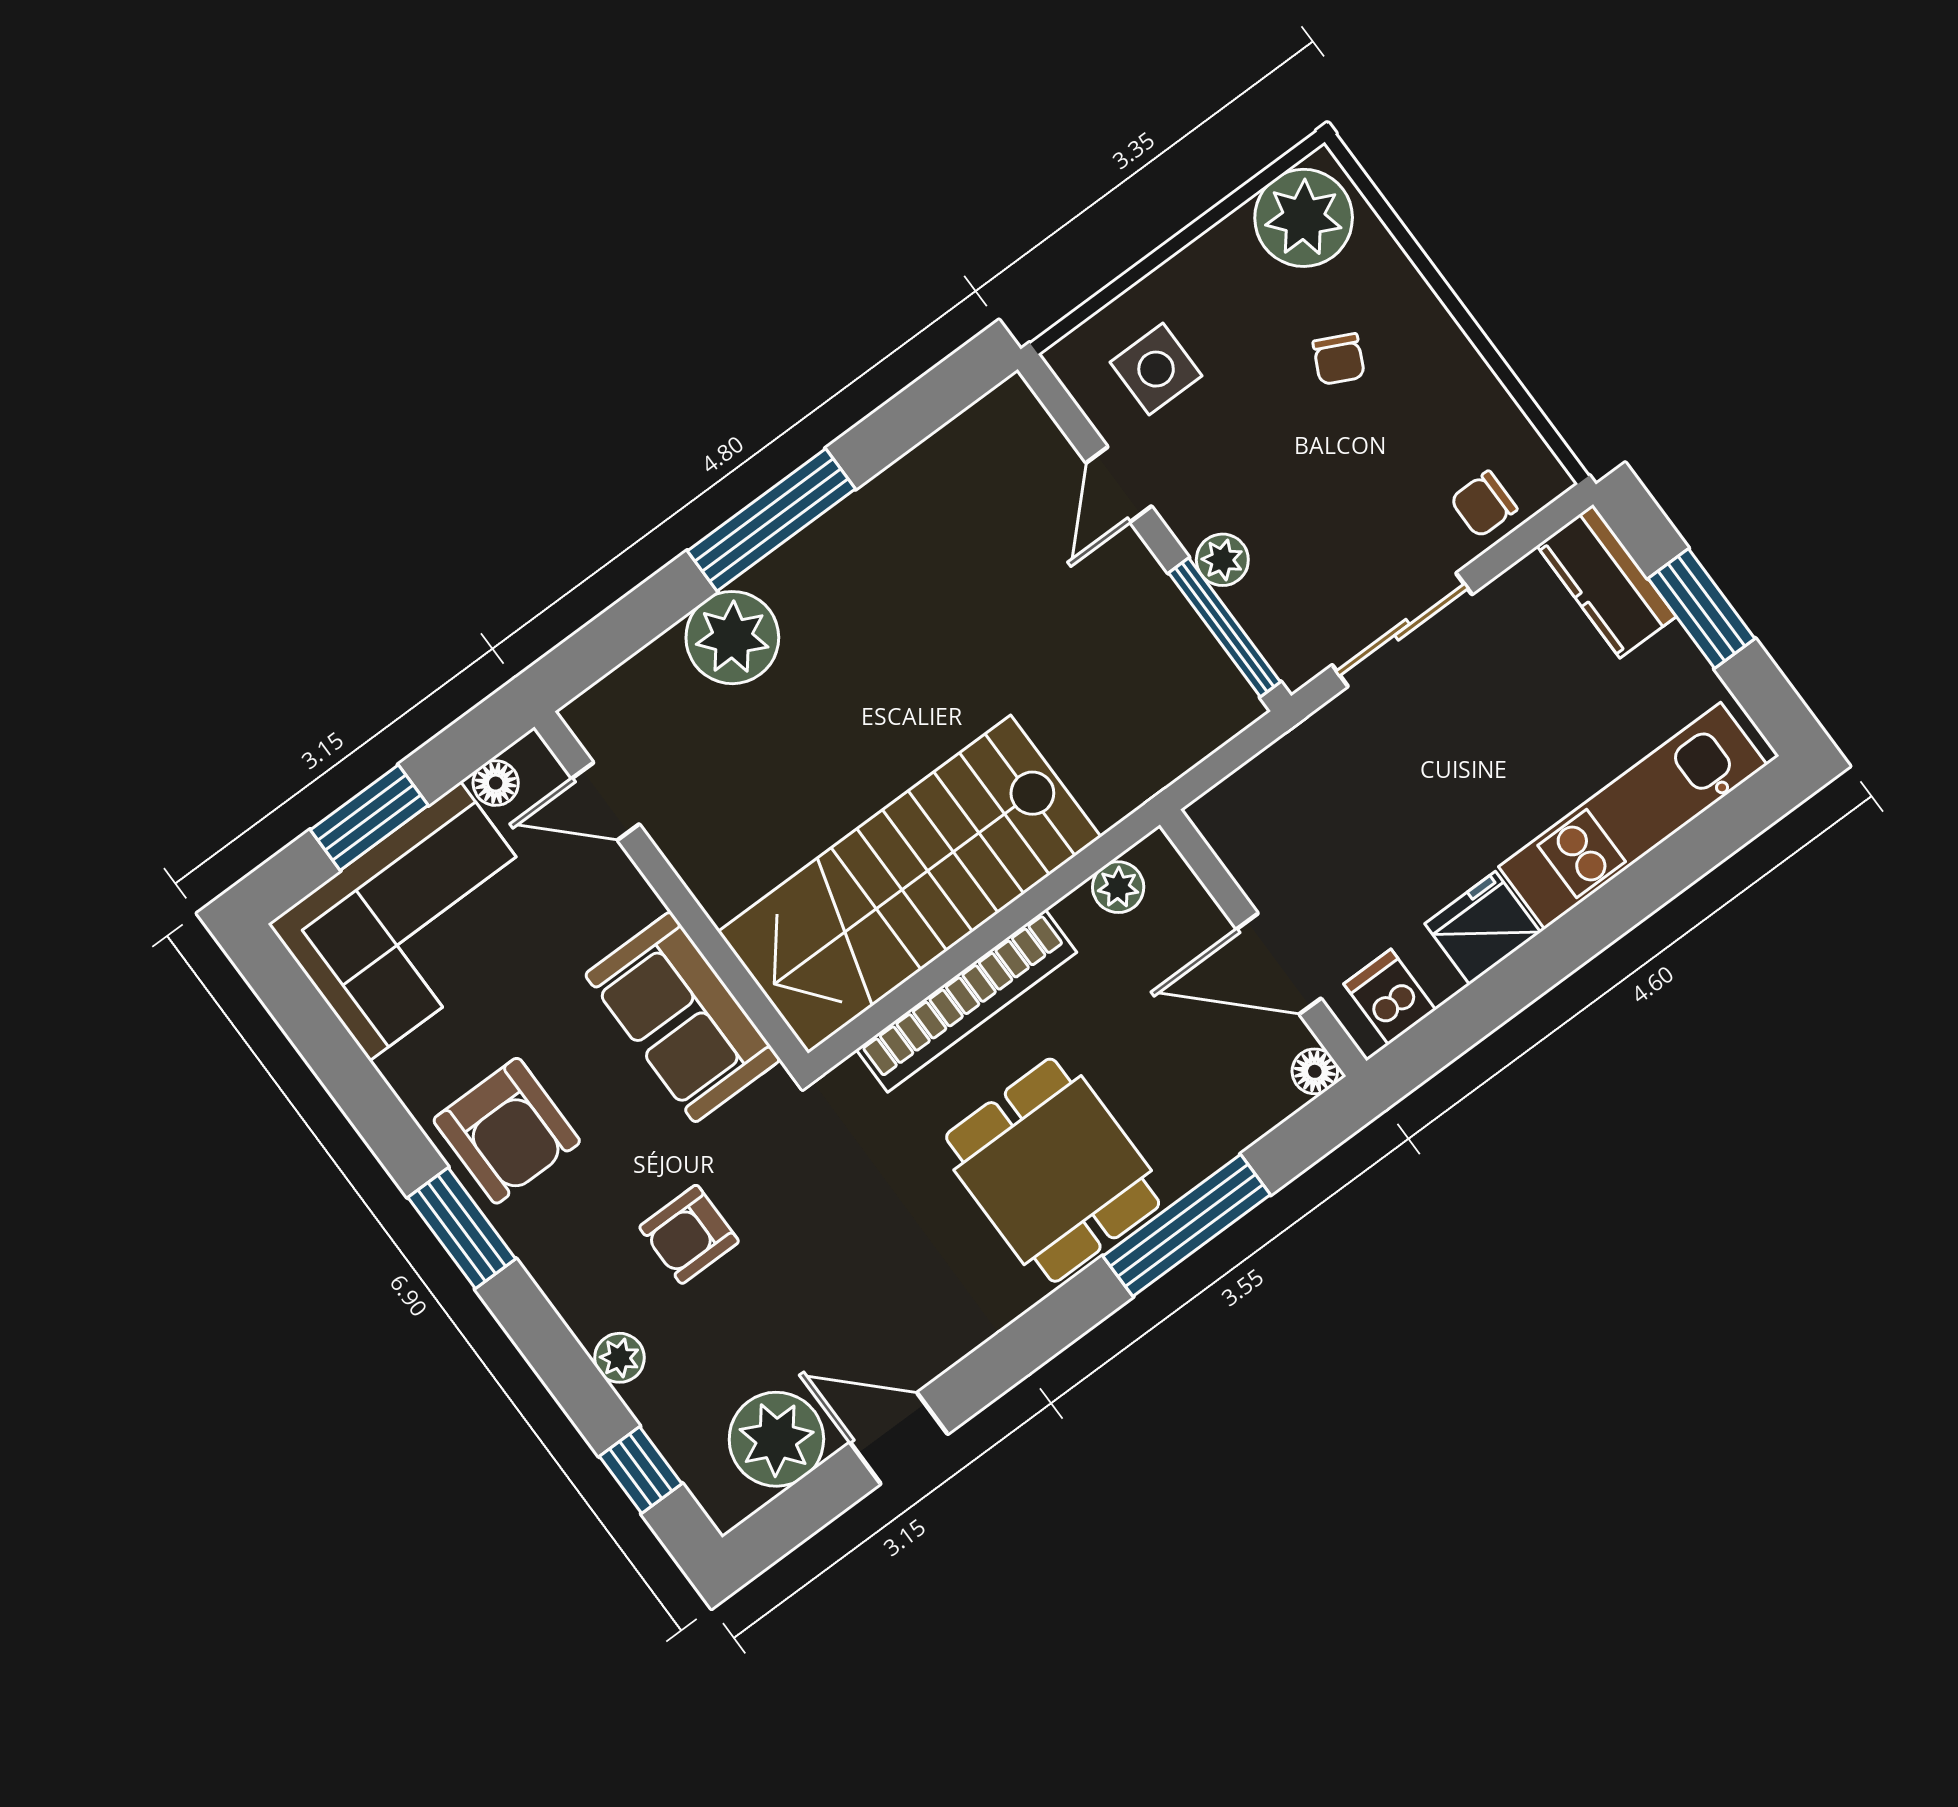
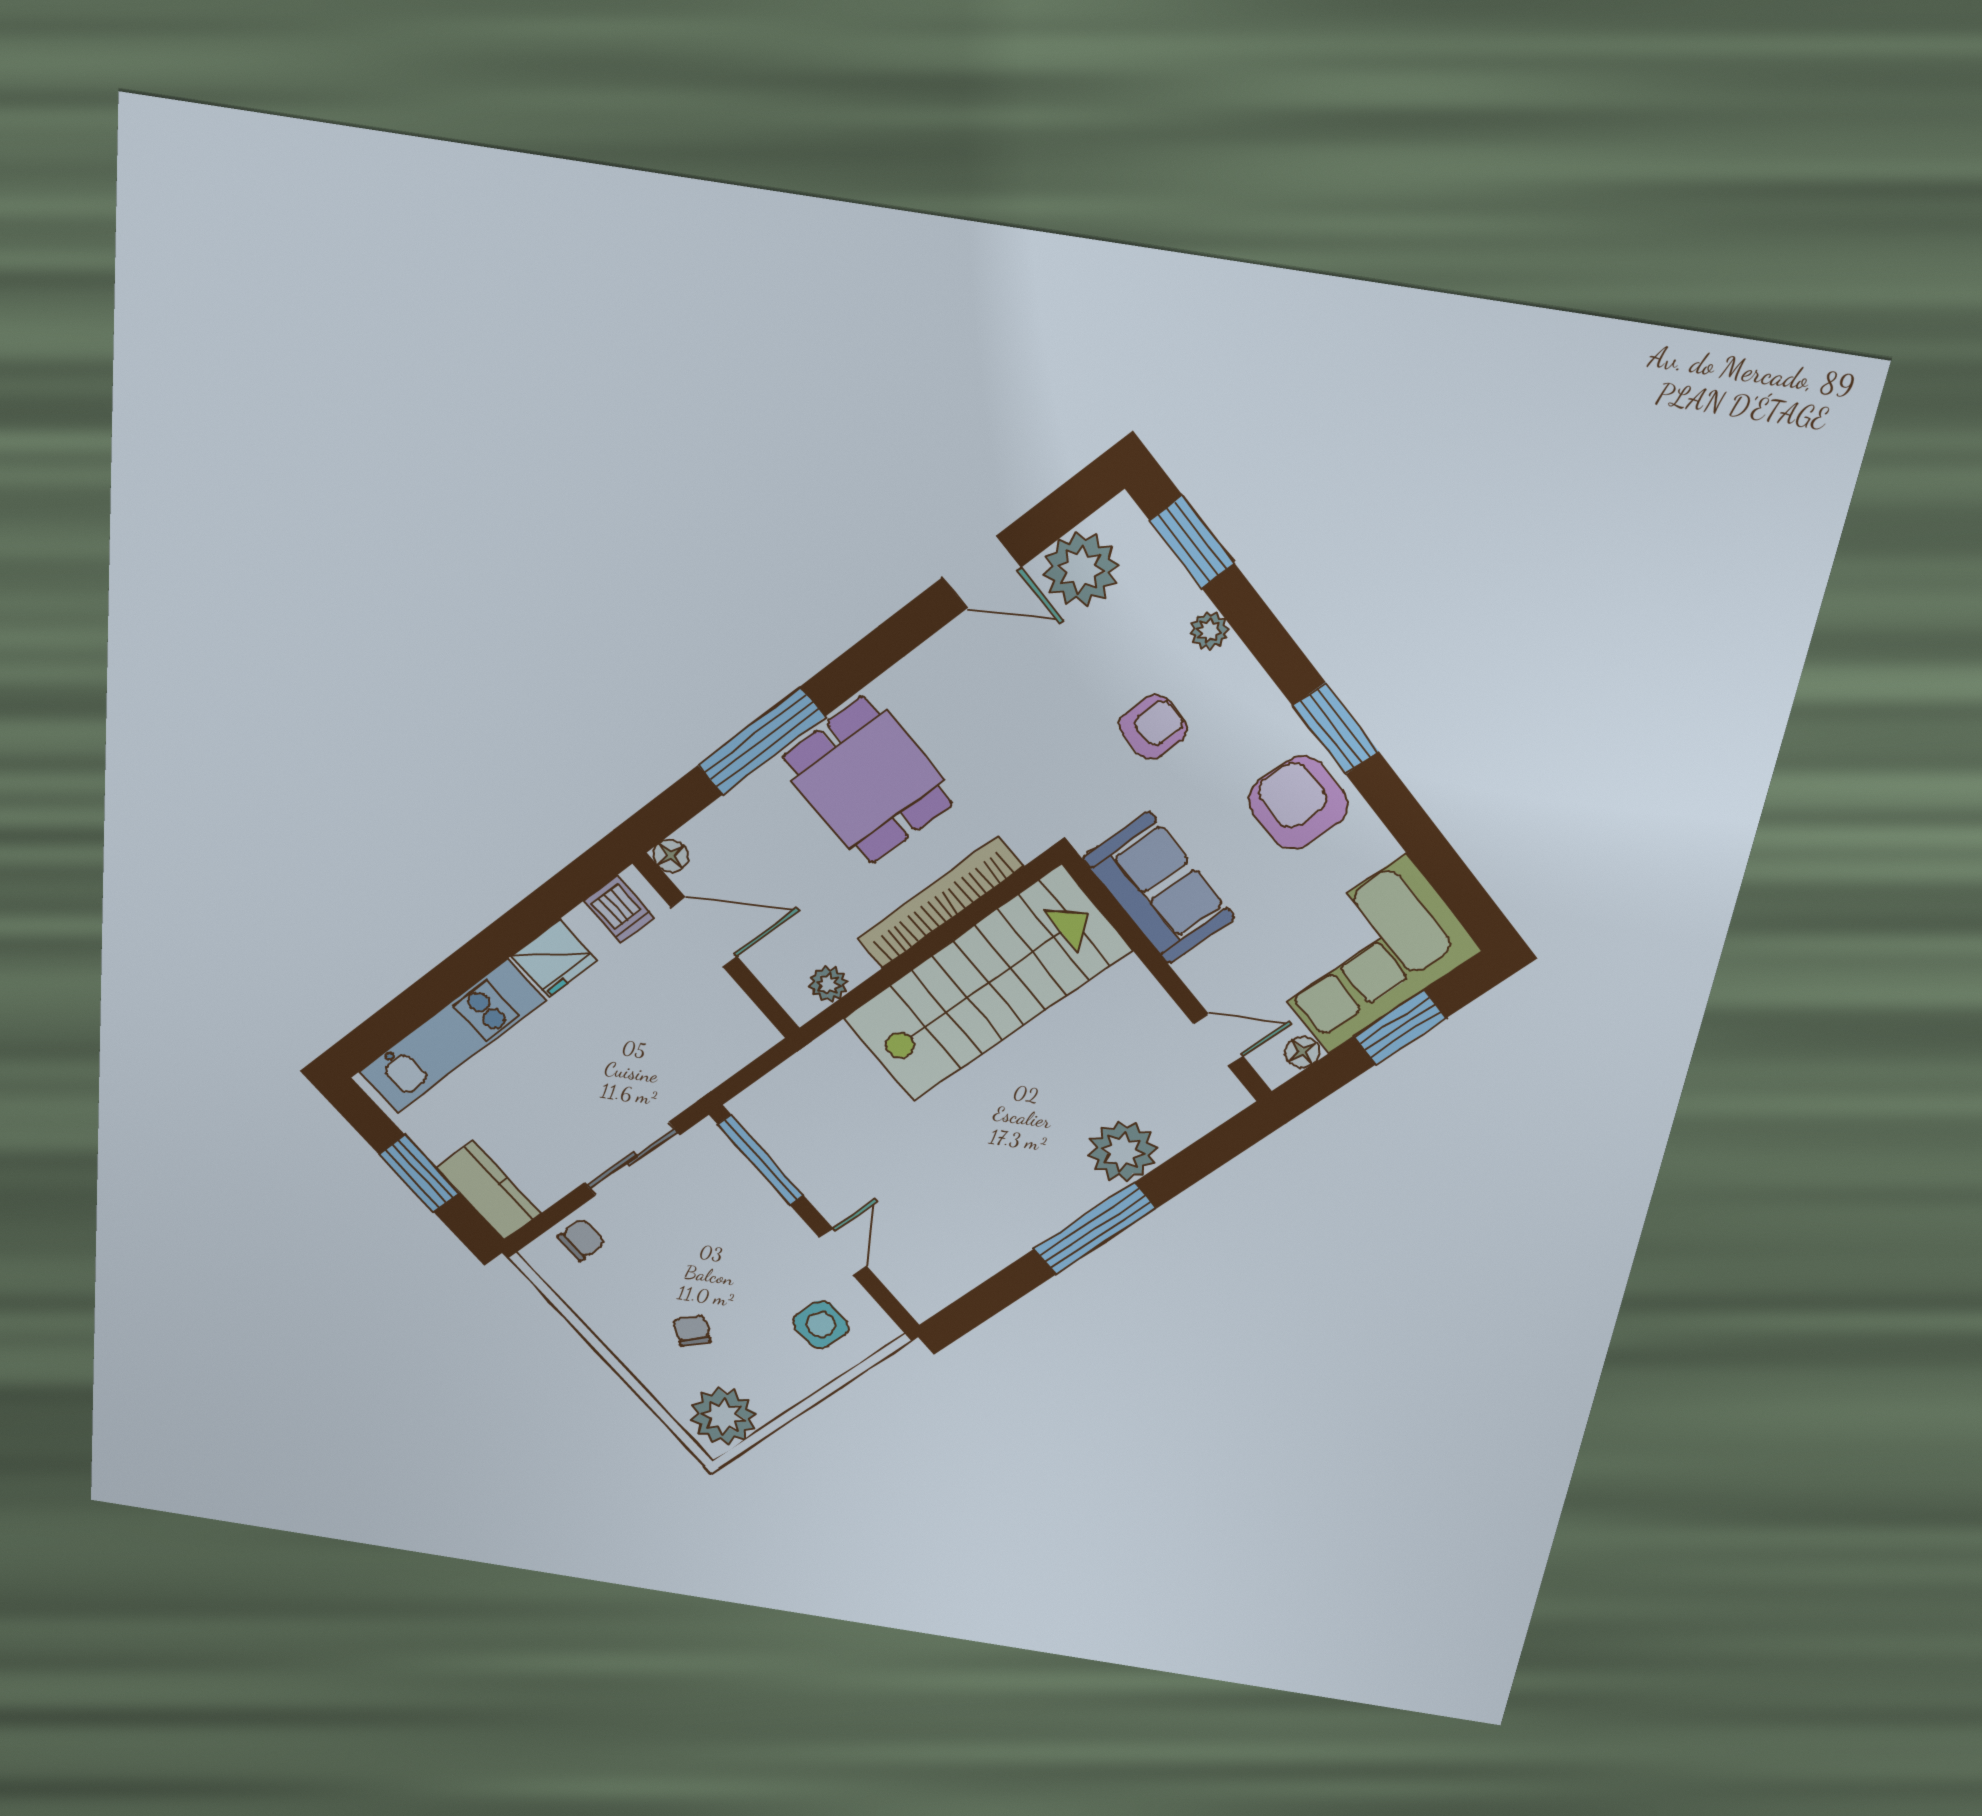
plant: (1222, 560) -> (765, 1204), removed
window: (641, 1470) -> (1192, 542), width x1.50

